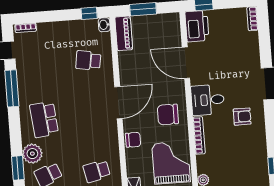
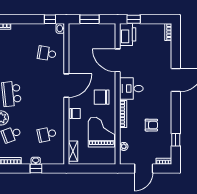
piano: (124, 33) -> (74, 36), removed
armchair: (242, 117) -> (151, 125), moved

